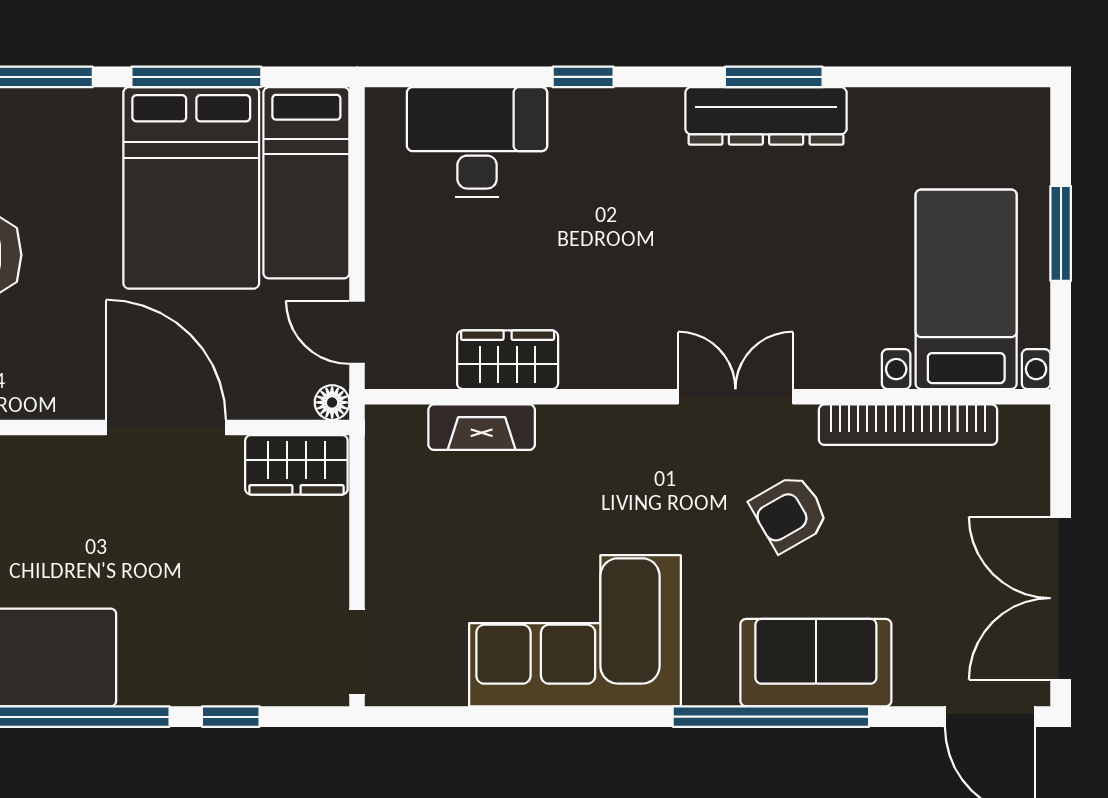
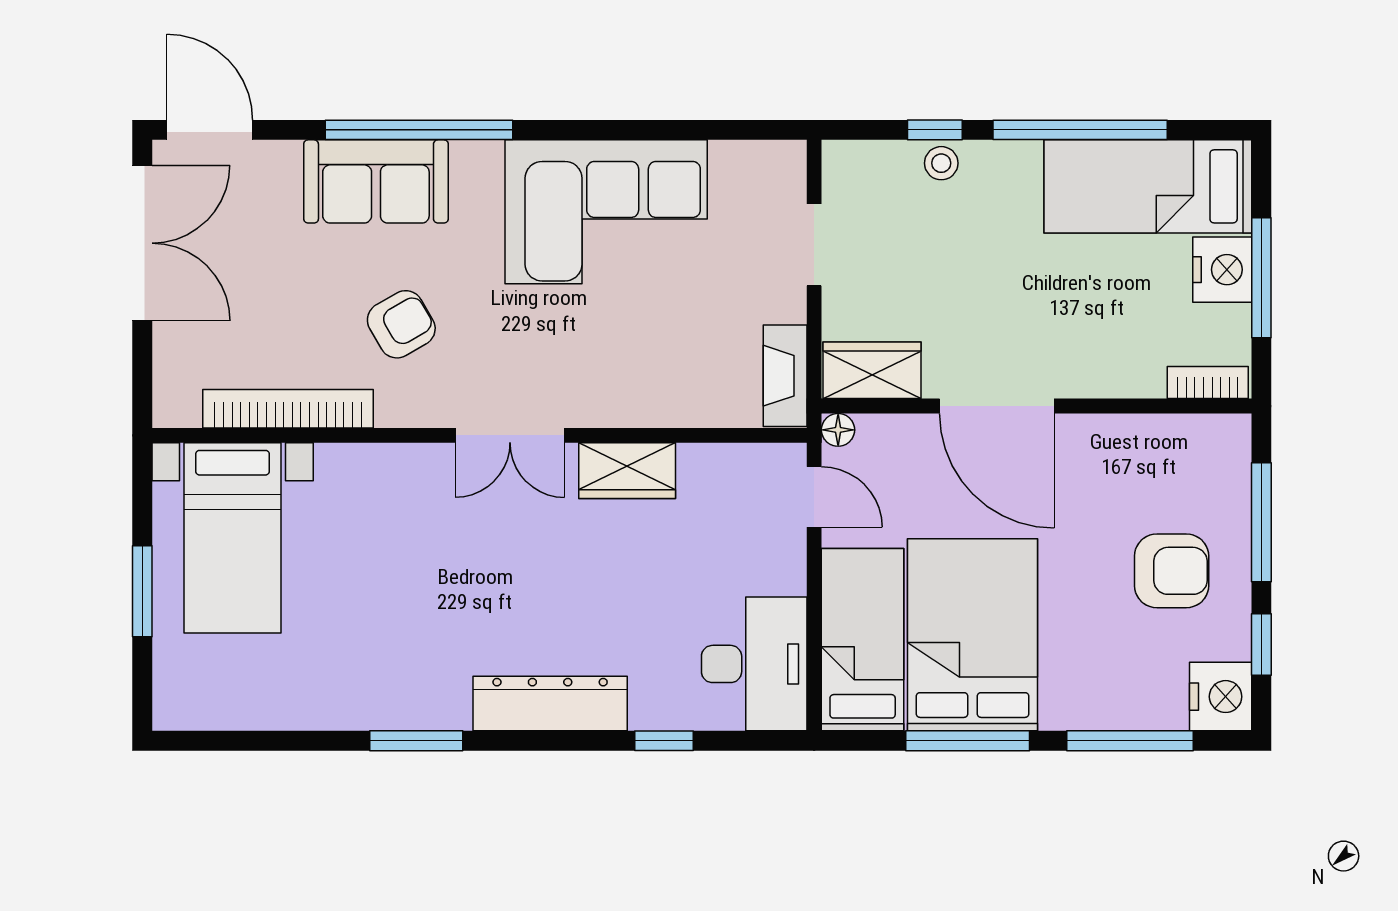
window: (583, 77) -> (664, 741), moved
dresser: (766, 116) -> (550, 704), moved
desk: (477, 142) -> (754, 664), moved, turned -90
wardrobe: (508, 360) -> (627, 471), moved
double door: (735, 397) -> (510, 435), moved
fireplace: (482, 427) -> (785, 376), moved, turned -90
doorway: (357, 652) -> (814, 245), moved
stool: (224, 682) -> (941, 163), added

